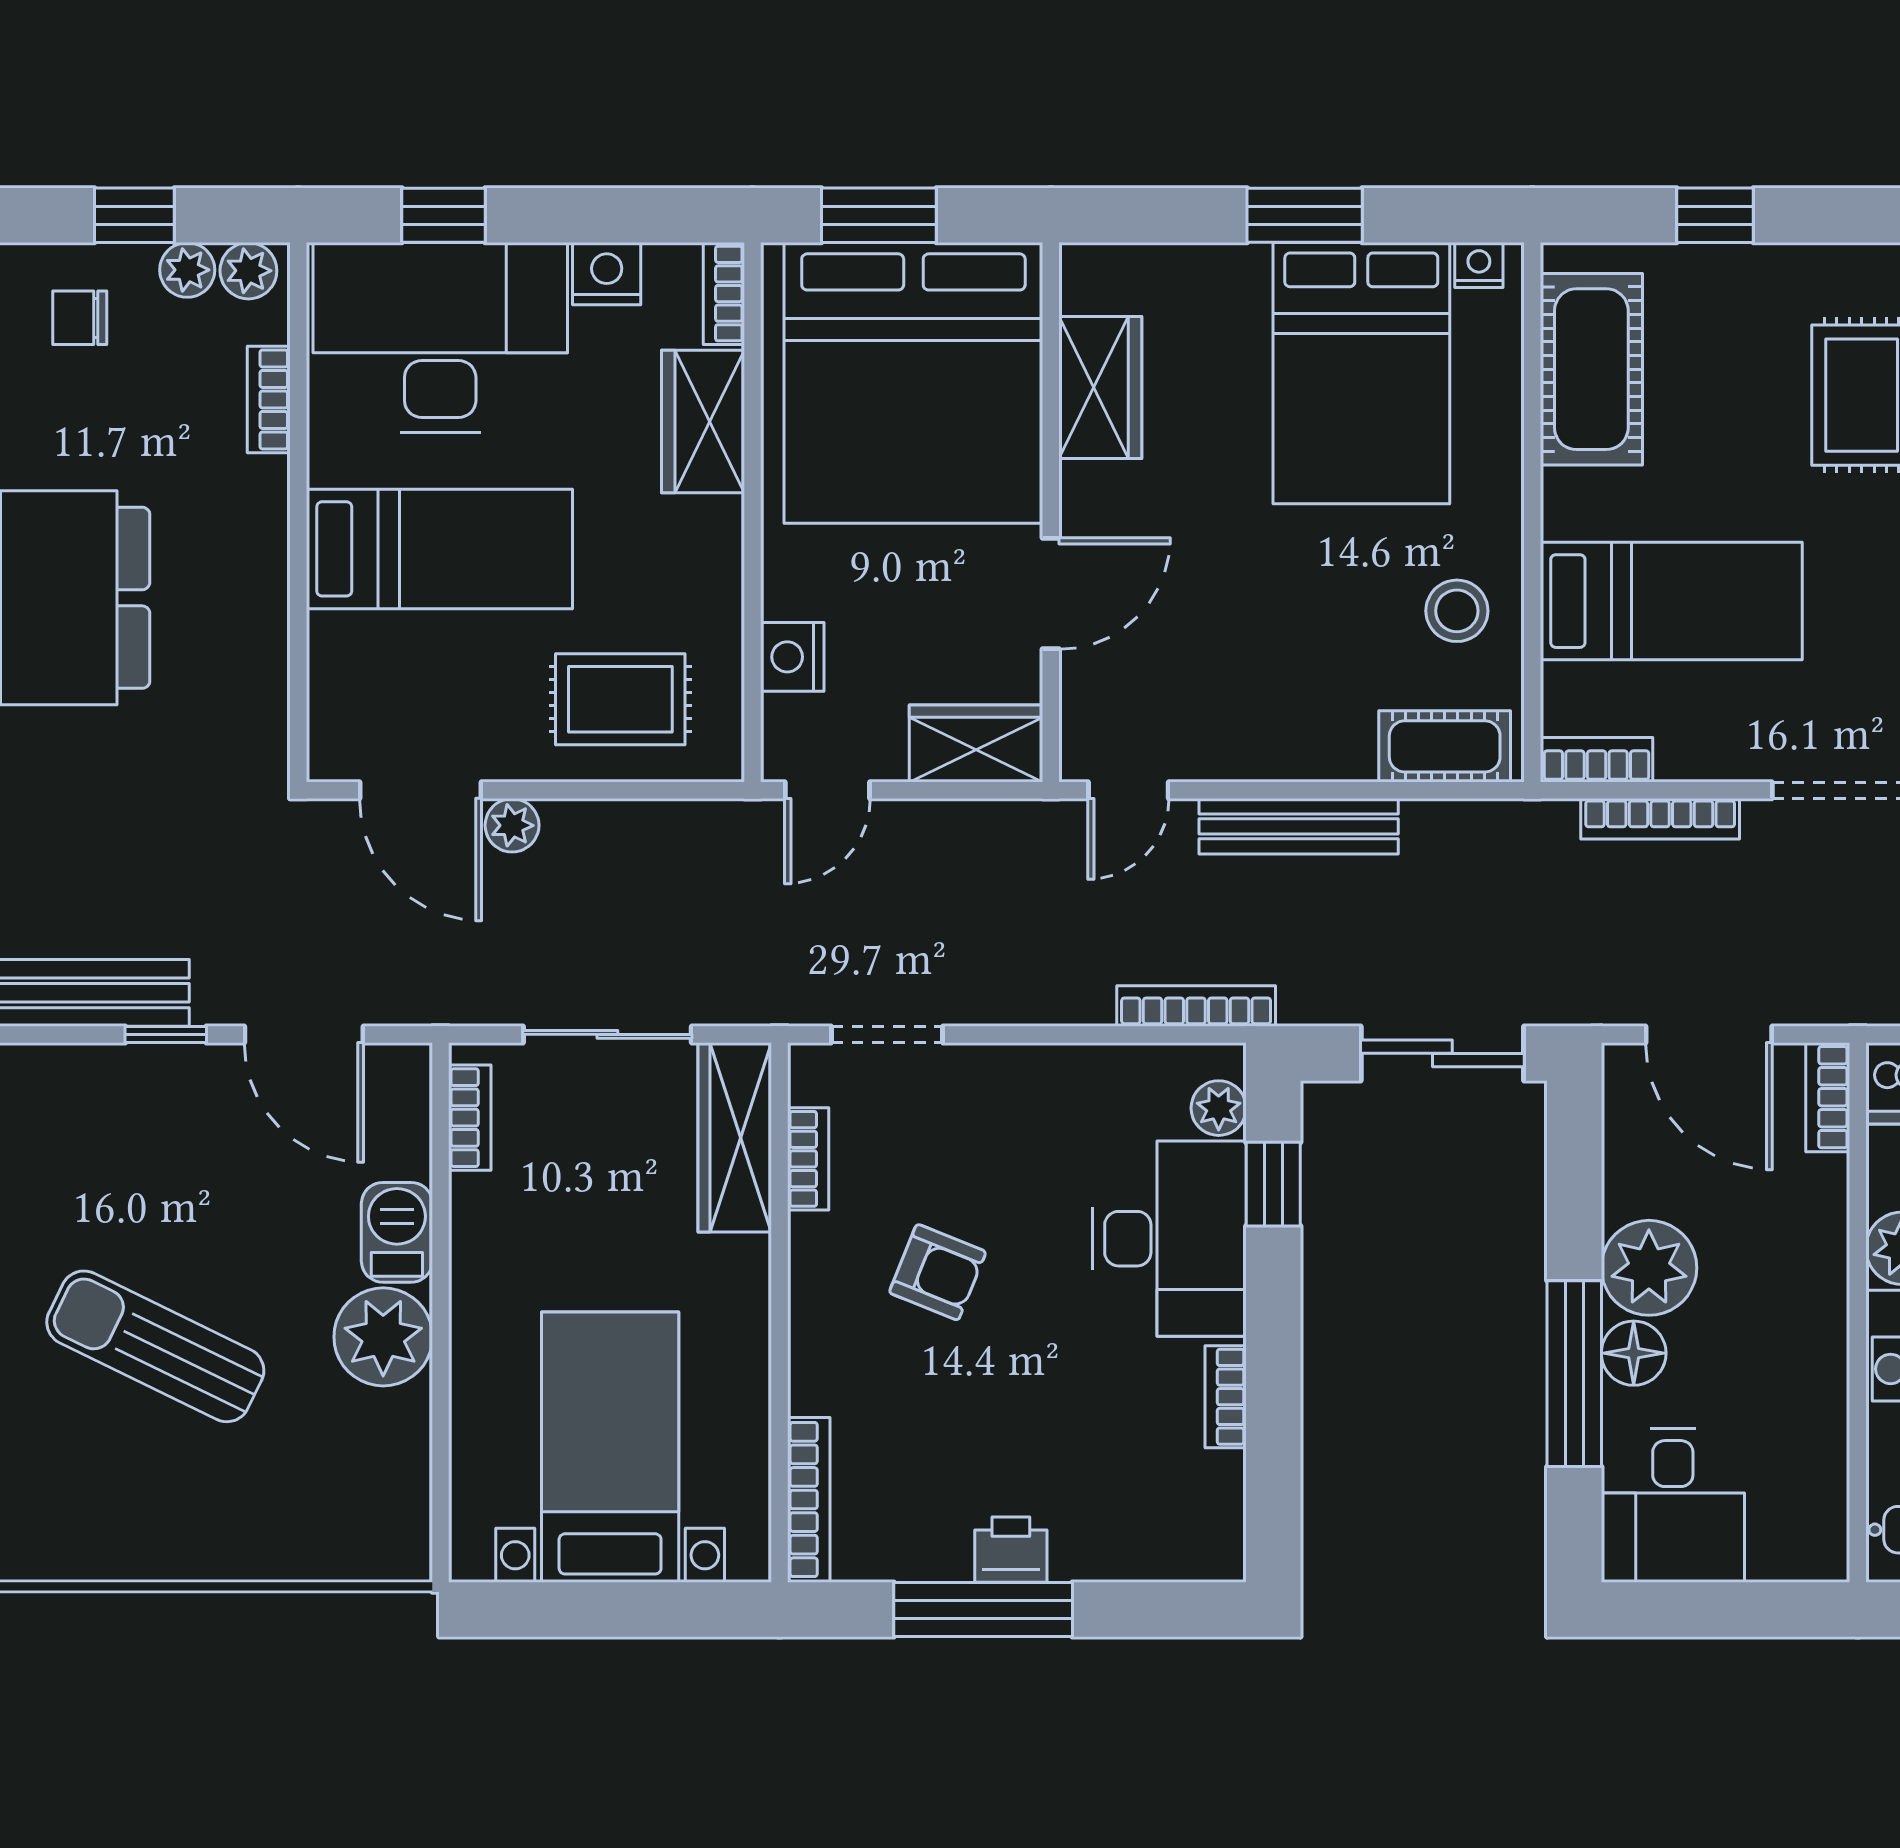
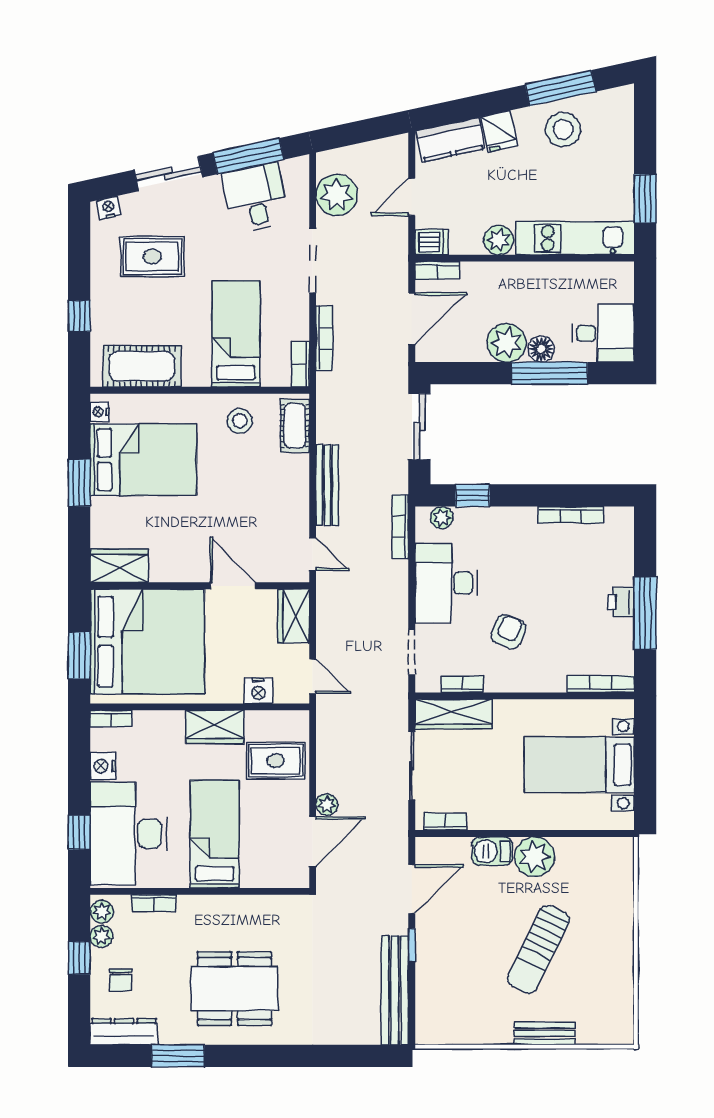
wardrobe: (1100, 387) -> (119, 566), moved
wardrobe: (703, 421) -> (215, 727), moved
rug: (620, 699) -> (276, 761), turned 90
desk: (1169, 1239) -> (446, 583), moved, turned -90
bookcase: (1226, 1397) -> (571, 515), width x1.56

